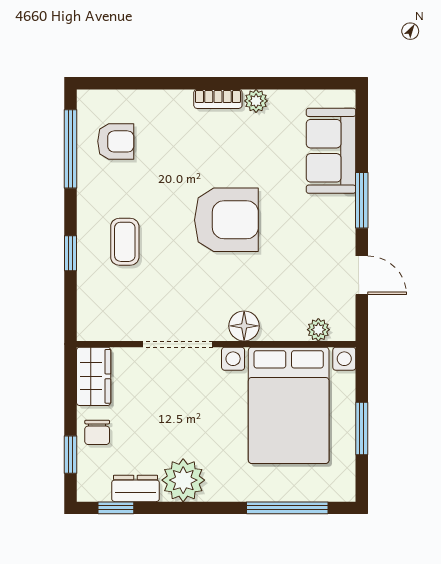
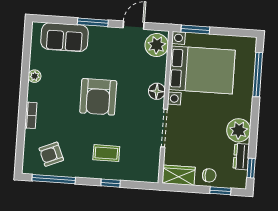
bookcase: (218, 99) -> (31, 115), moved
armchair: (116, 141) -> (51, 154), turned -113
armchair: (226, 220) -> (98, 97), turned 180
plant: (318, 330) -> (157, 45), width x1.88, depth x1.88
window: (362, 429) -> (195, 29), moved

